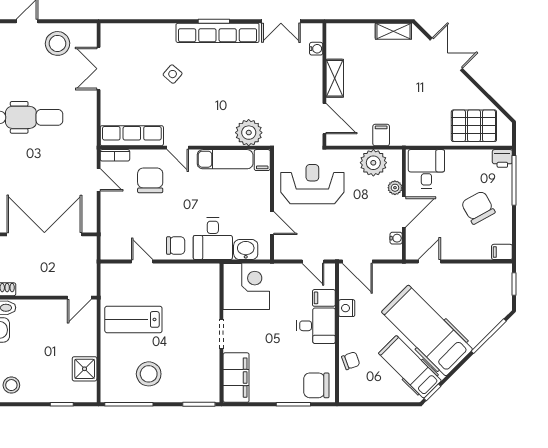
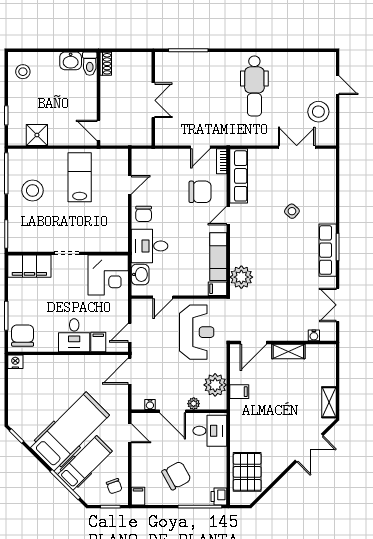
row of seats: (218, 33) -> (328, 250), width x0.73
double door: (44, 234) -> (153, 100), width x0.54
nightstand: (347, 308) -> (15, 362), moved
chair: (351, 361) -> (114, 486), moved
hospital bed: (410, 367) -> (85, 463), moved

